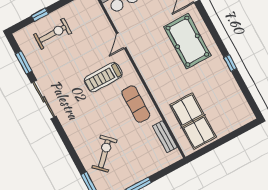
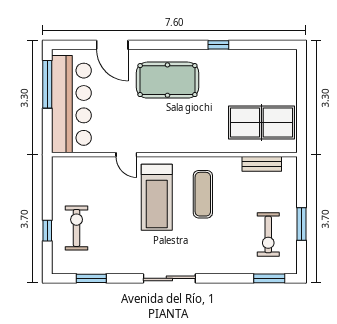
treadmill: (103, 77) -> (157, 197), width x1.37, depth x1.38
sliding door: (44, 100) -> (169, 278), moved
exercise mat: (136, 104) -> (203, 194), moved, turned 90
exercise bike: (104, 154) -> (268, 234), moved, turned -134

